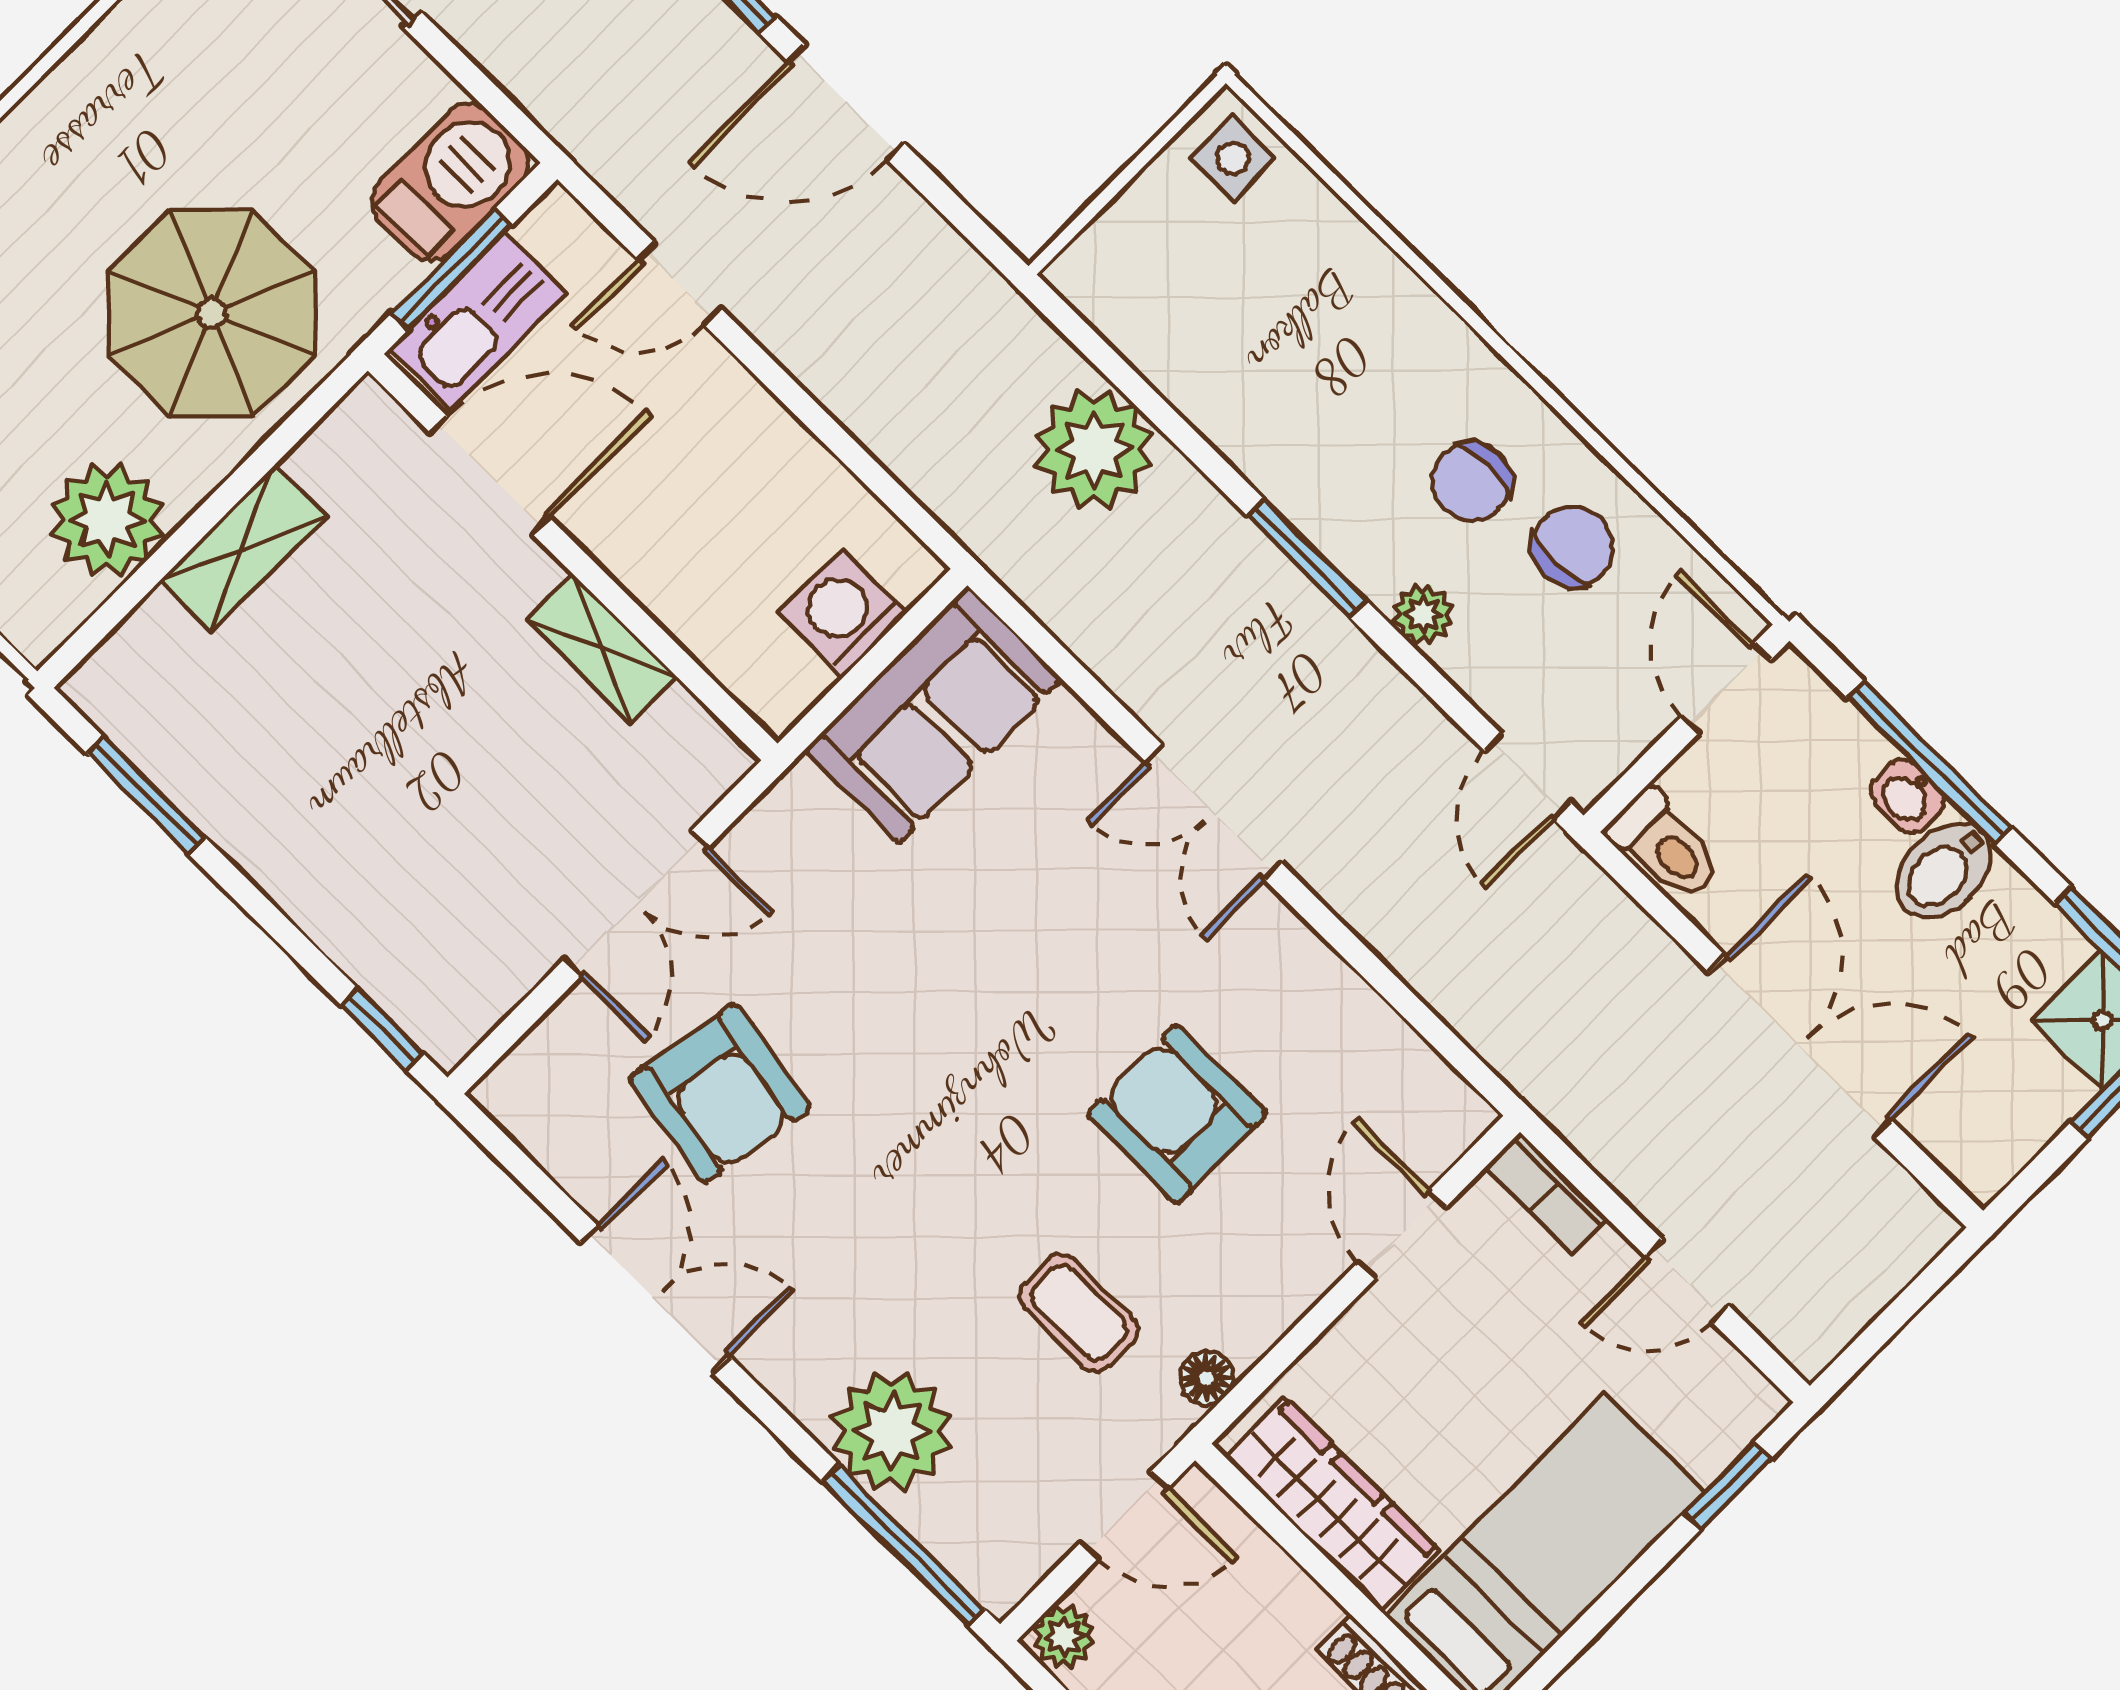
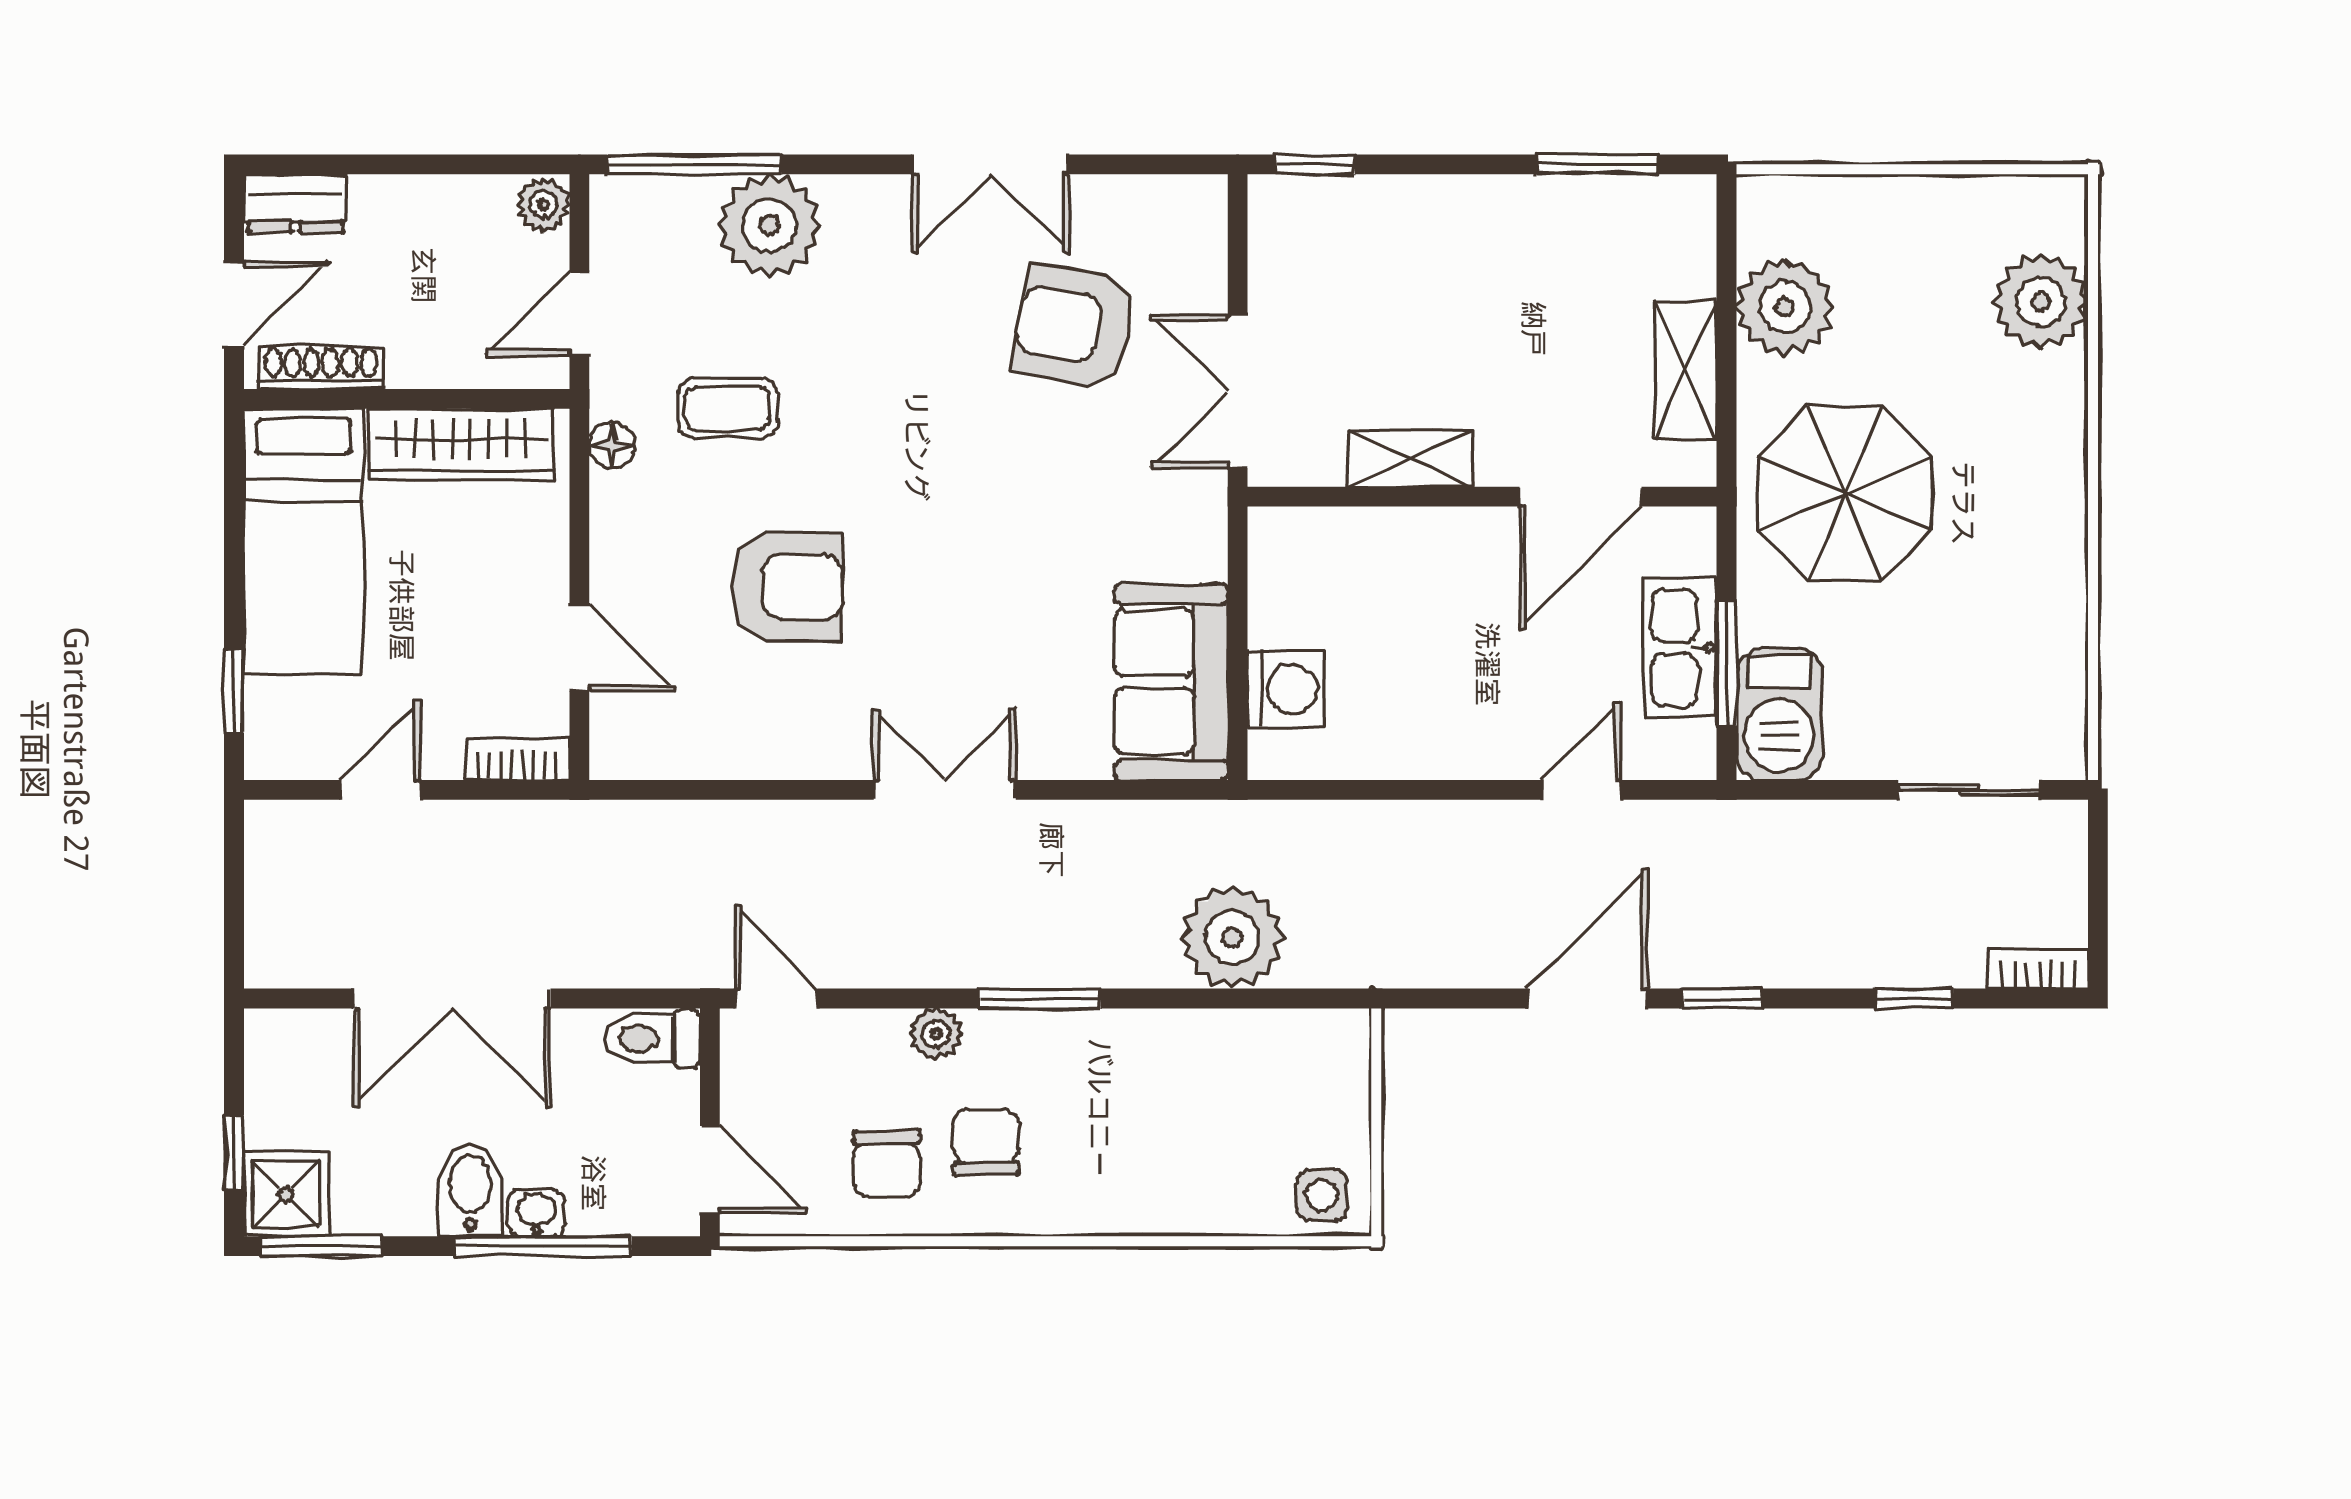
door: (490, 475) -> (1580, 497), moved
wall: (573, 557) -> (1482, 497), moved
shelving: (601, 649) -> (1410, 459), moved

